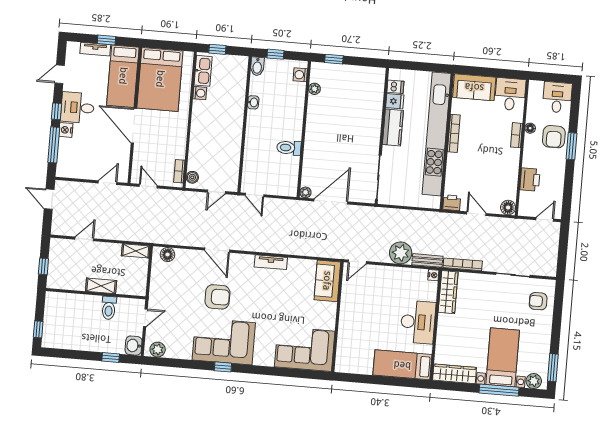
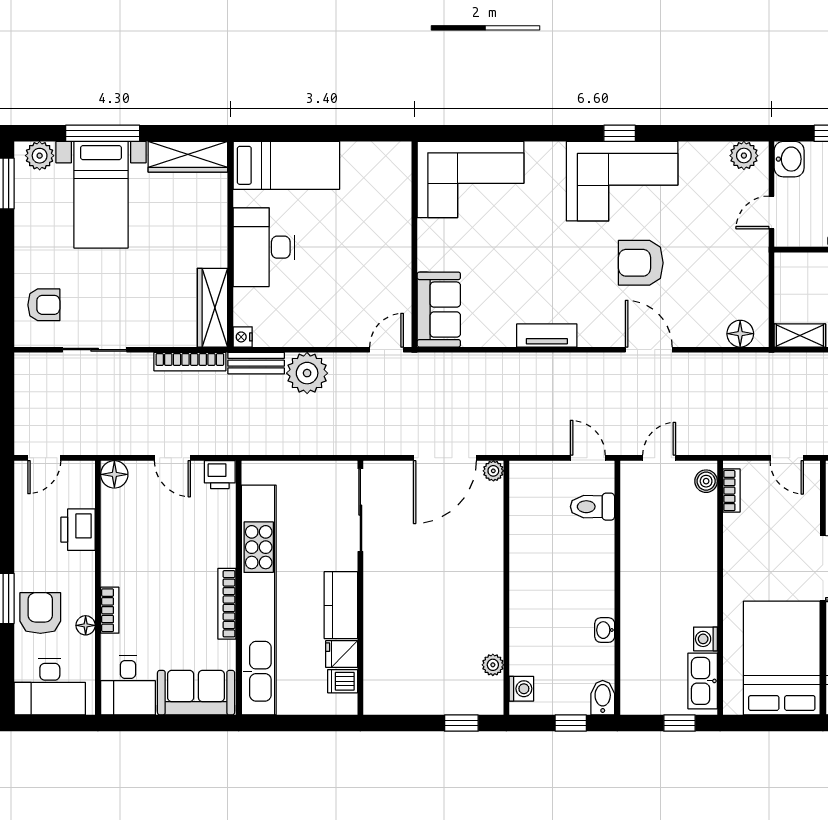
desk: (557, 97) -> (50, 687), width x1.37
toilet: (289, 148) -> (592, 507), moved, turned 180

